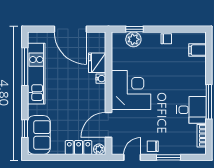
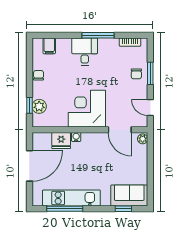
desk: (191, 110) -> (85, 52), moved
chair: (153, 146) -> (136, 74), moved
locker: (79, 147) -> (141, 158), removed

